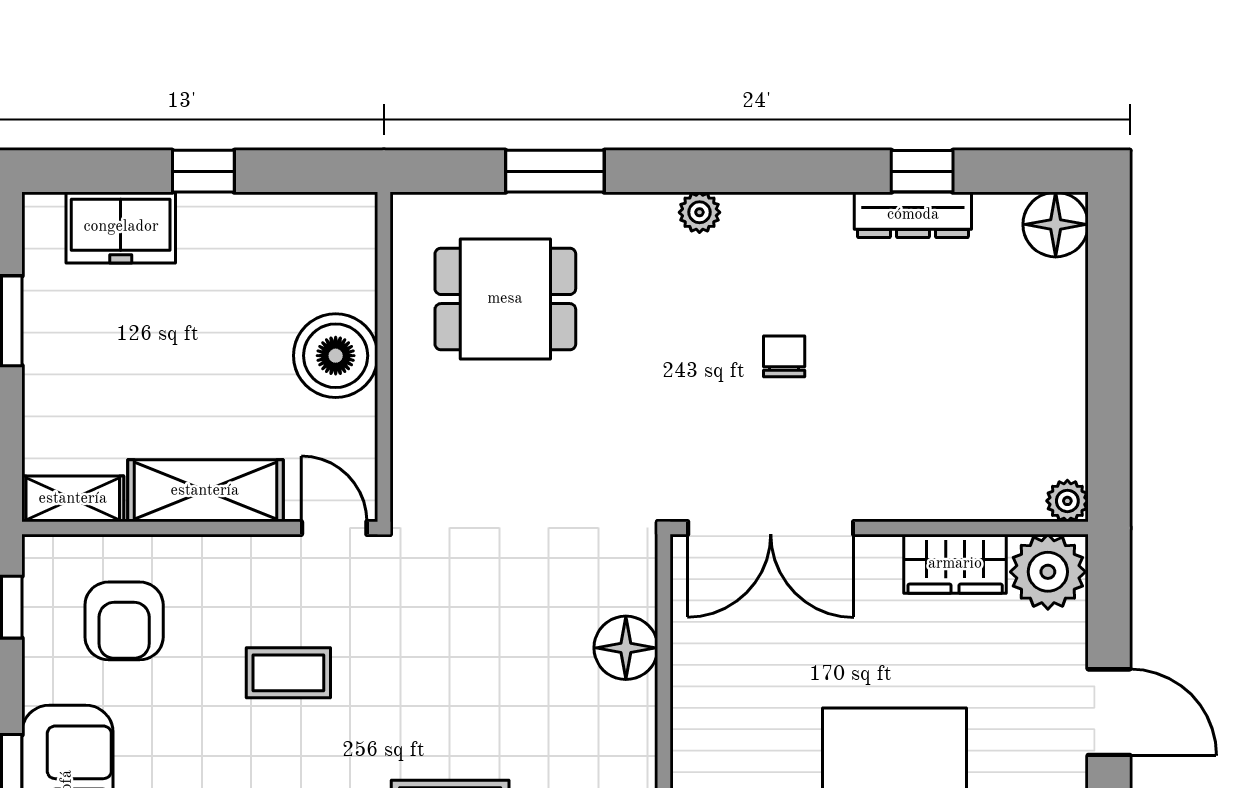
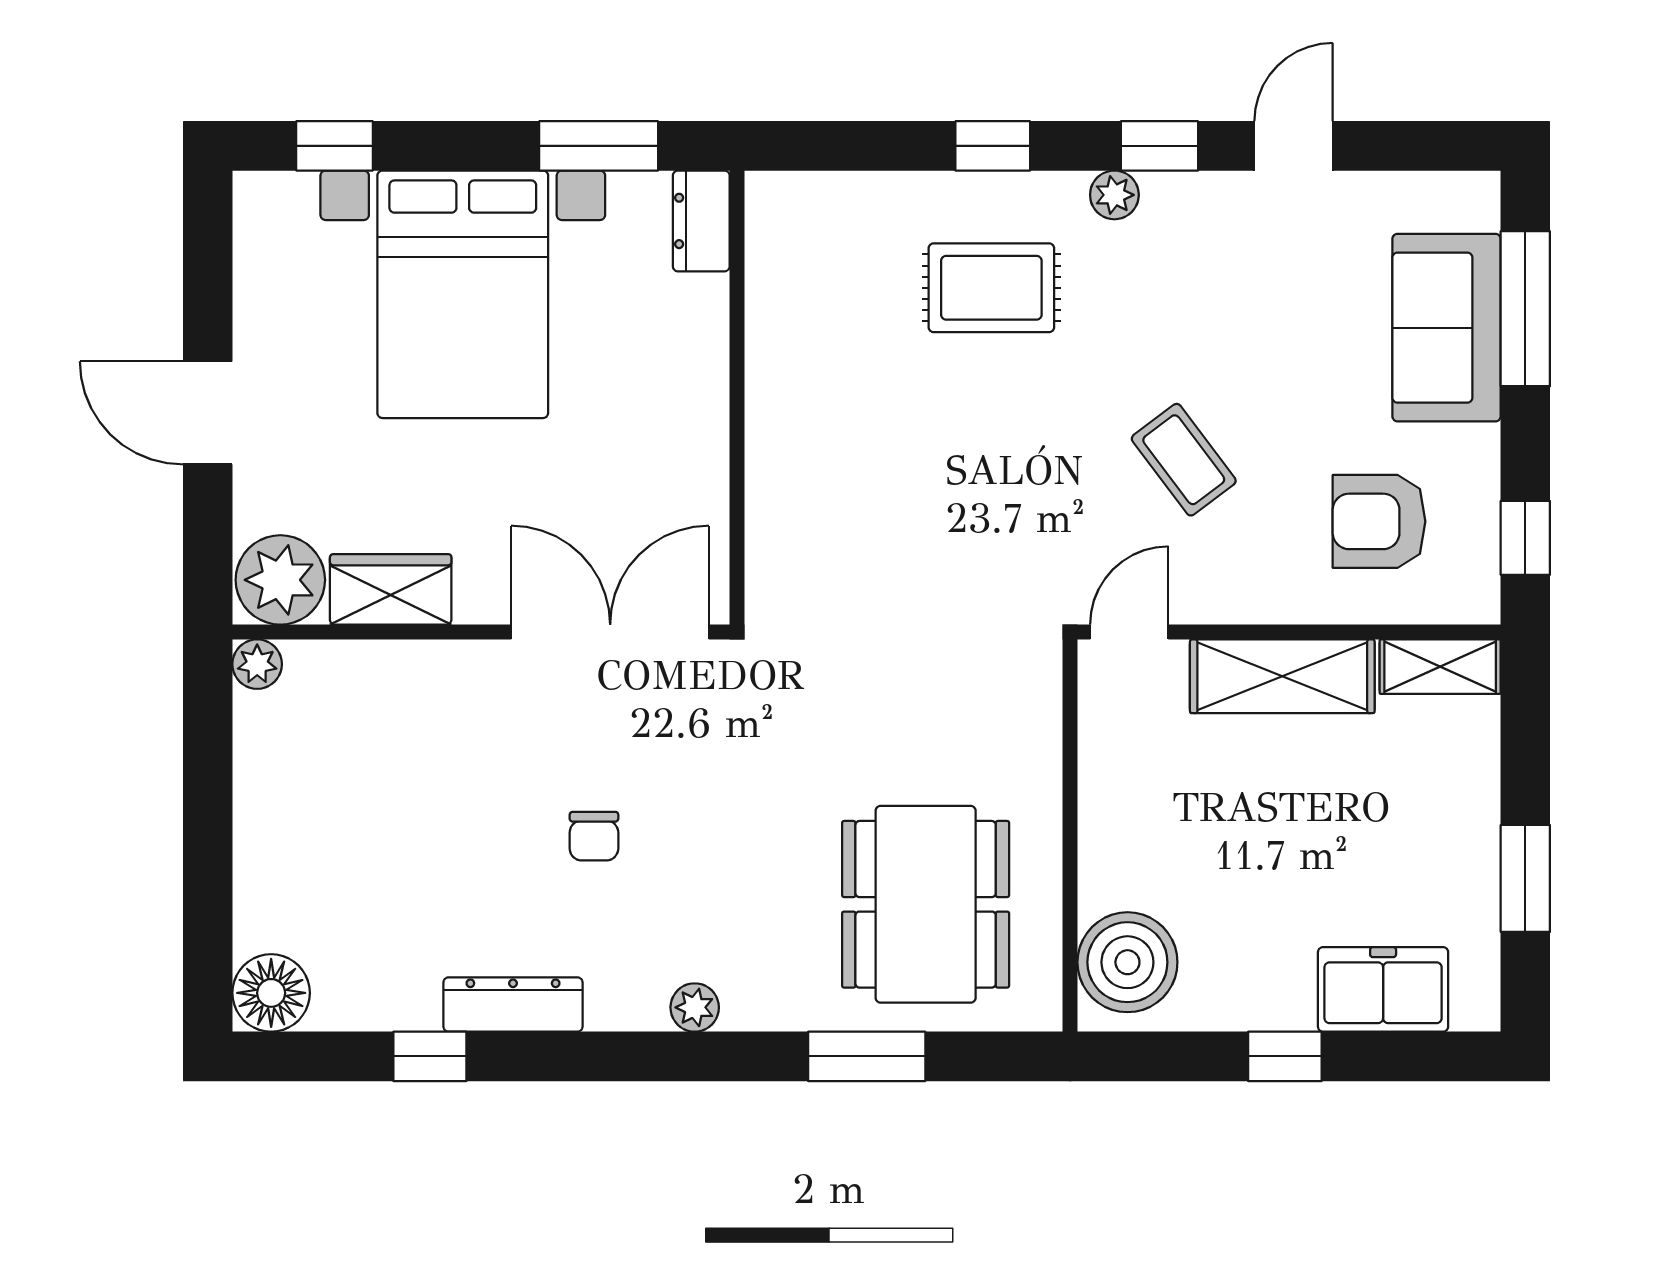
dresser: (913, 215) -> (513, 1004), moved
dining table: (505, 299) -> (926, 904), width x1.38
boiler: (336, 356) -> (1127, 962), moved
door: (334, 528) -> (1129, 632), swing flipped
armchair: (124, 621) -> (1379, 521), turned -90
floor lamp: (626, 648) -> (782, 489), removed
coffee table: (288, 673) -> (1184, 460), turned 53

